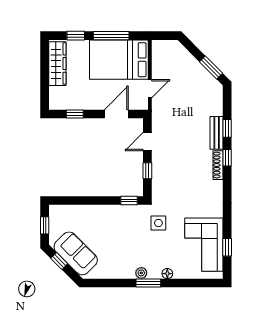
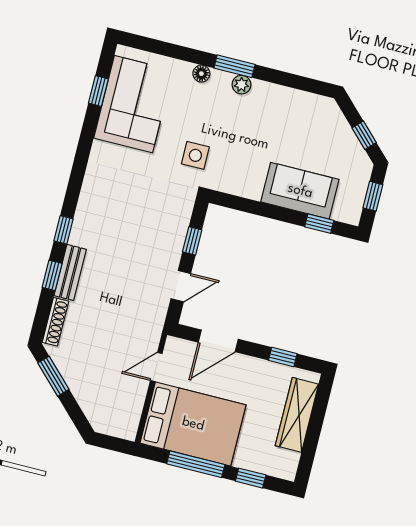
wardrobe: (57, 64) -> (297, 415), moved
shoe rack: (218, 165) -> (55, 322), moved
window: (129, 200) -> (319, 224), moved
sofa: (76, 253) -> (300, 191), moved, turned 135

